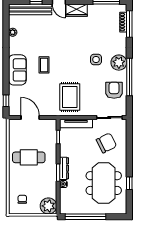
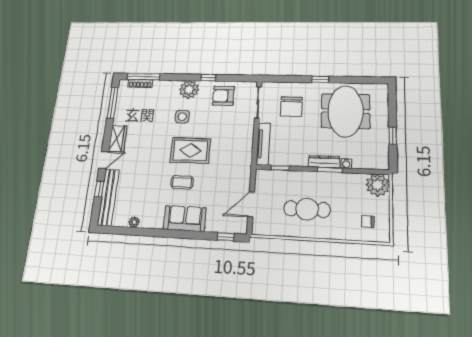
window: (129, 77) -> (208, 78), width x0.32
rug: (70, 97) -> (190, 150), moved
chair: (106, 143) -> (291, 107), turned -153
cafe table: (29, 157) -> (307, 209), turned 90
meeting table: (104, 183) -> (345, 111), turned 90
window: (129, 183) -> (320, 79), moved
window: (86, 217) -> (393, 136), width x0.32

